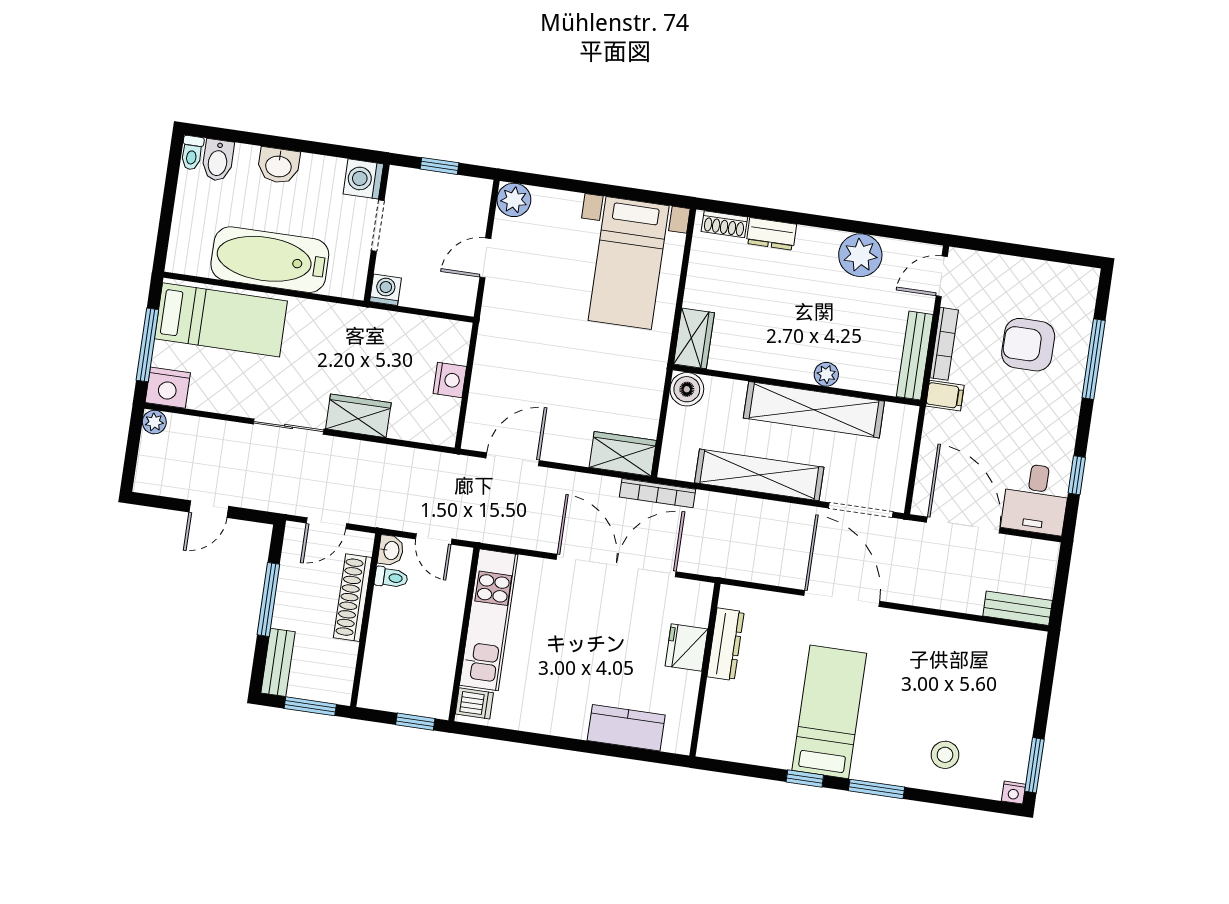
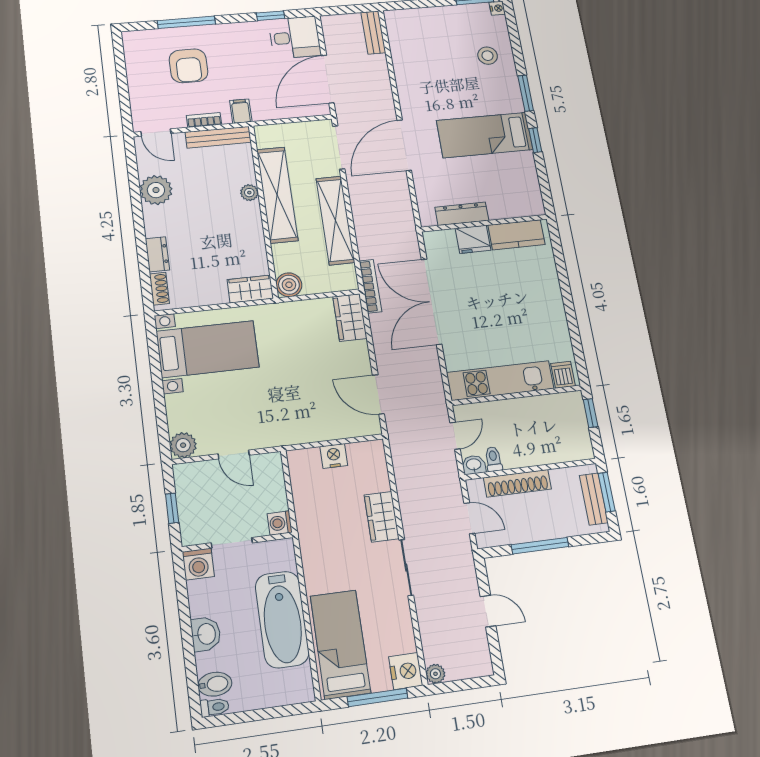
bookcase: (944, 344) -> (204, 120), width x0.64
bench: (278, 662) -> (594, 499), moved, turned 90
kitchen counter: (626, 728) -> (517, 235), moved, turned -90

